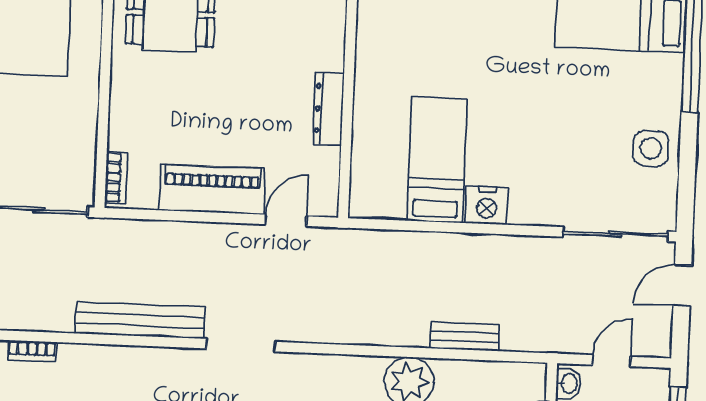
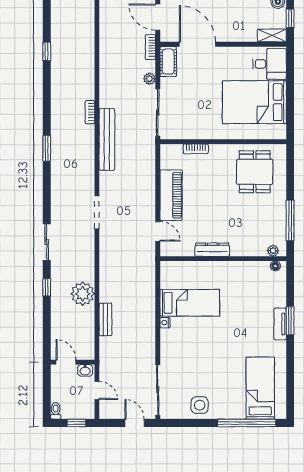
bookcase: (116, 178) -> (196, 149), moved
nightstand: (487, 205) -> (165, 323), width x0.53, depth x0.56
bench: (140, 320) -> (107, 139), moved

